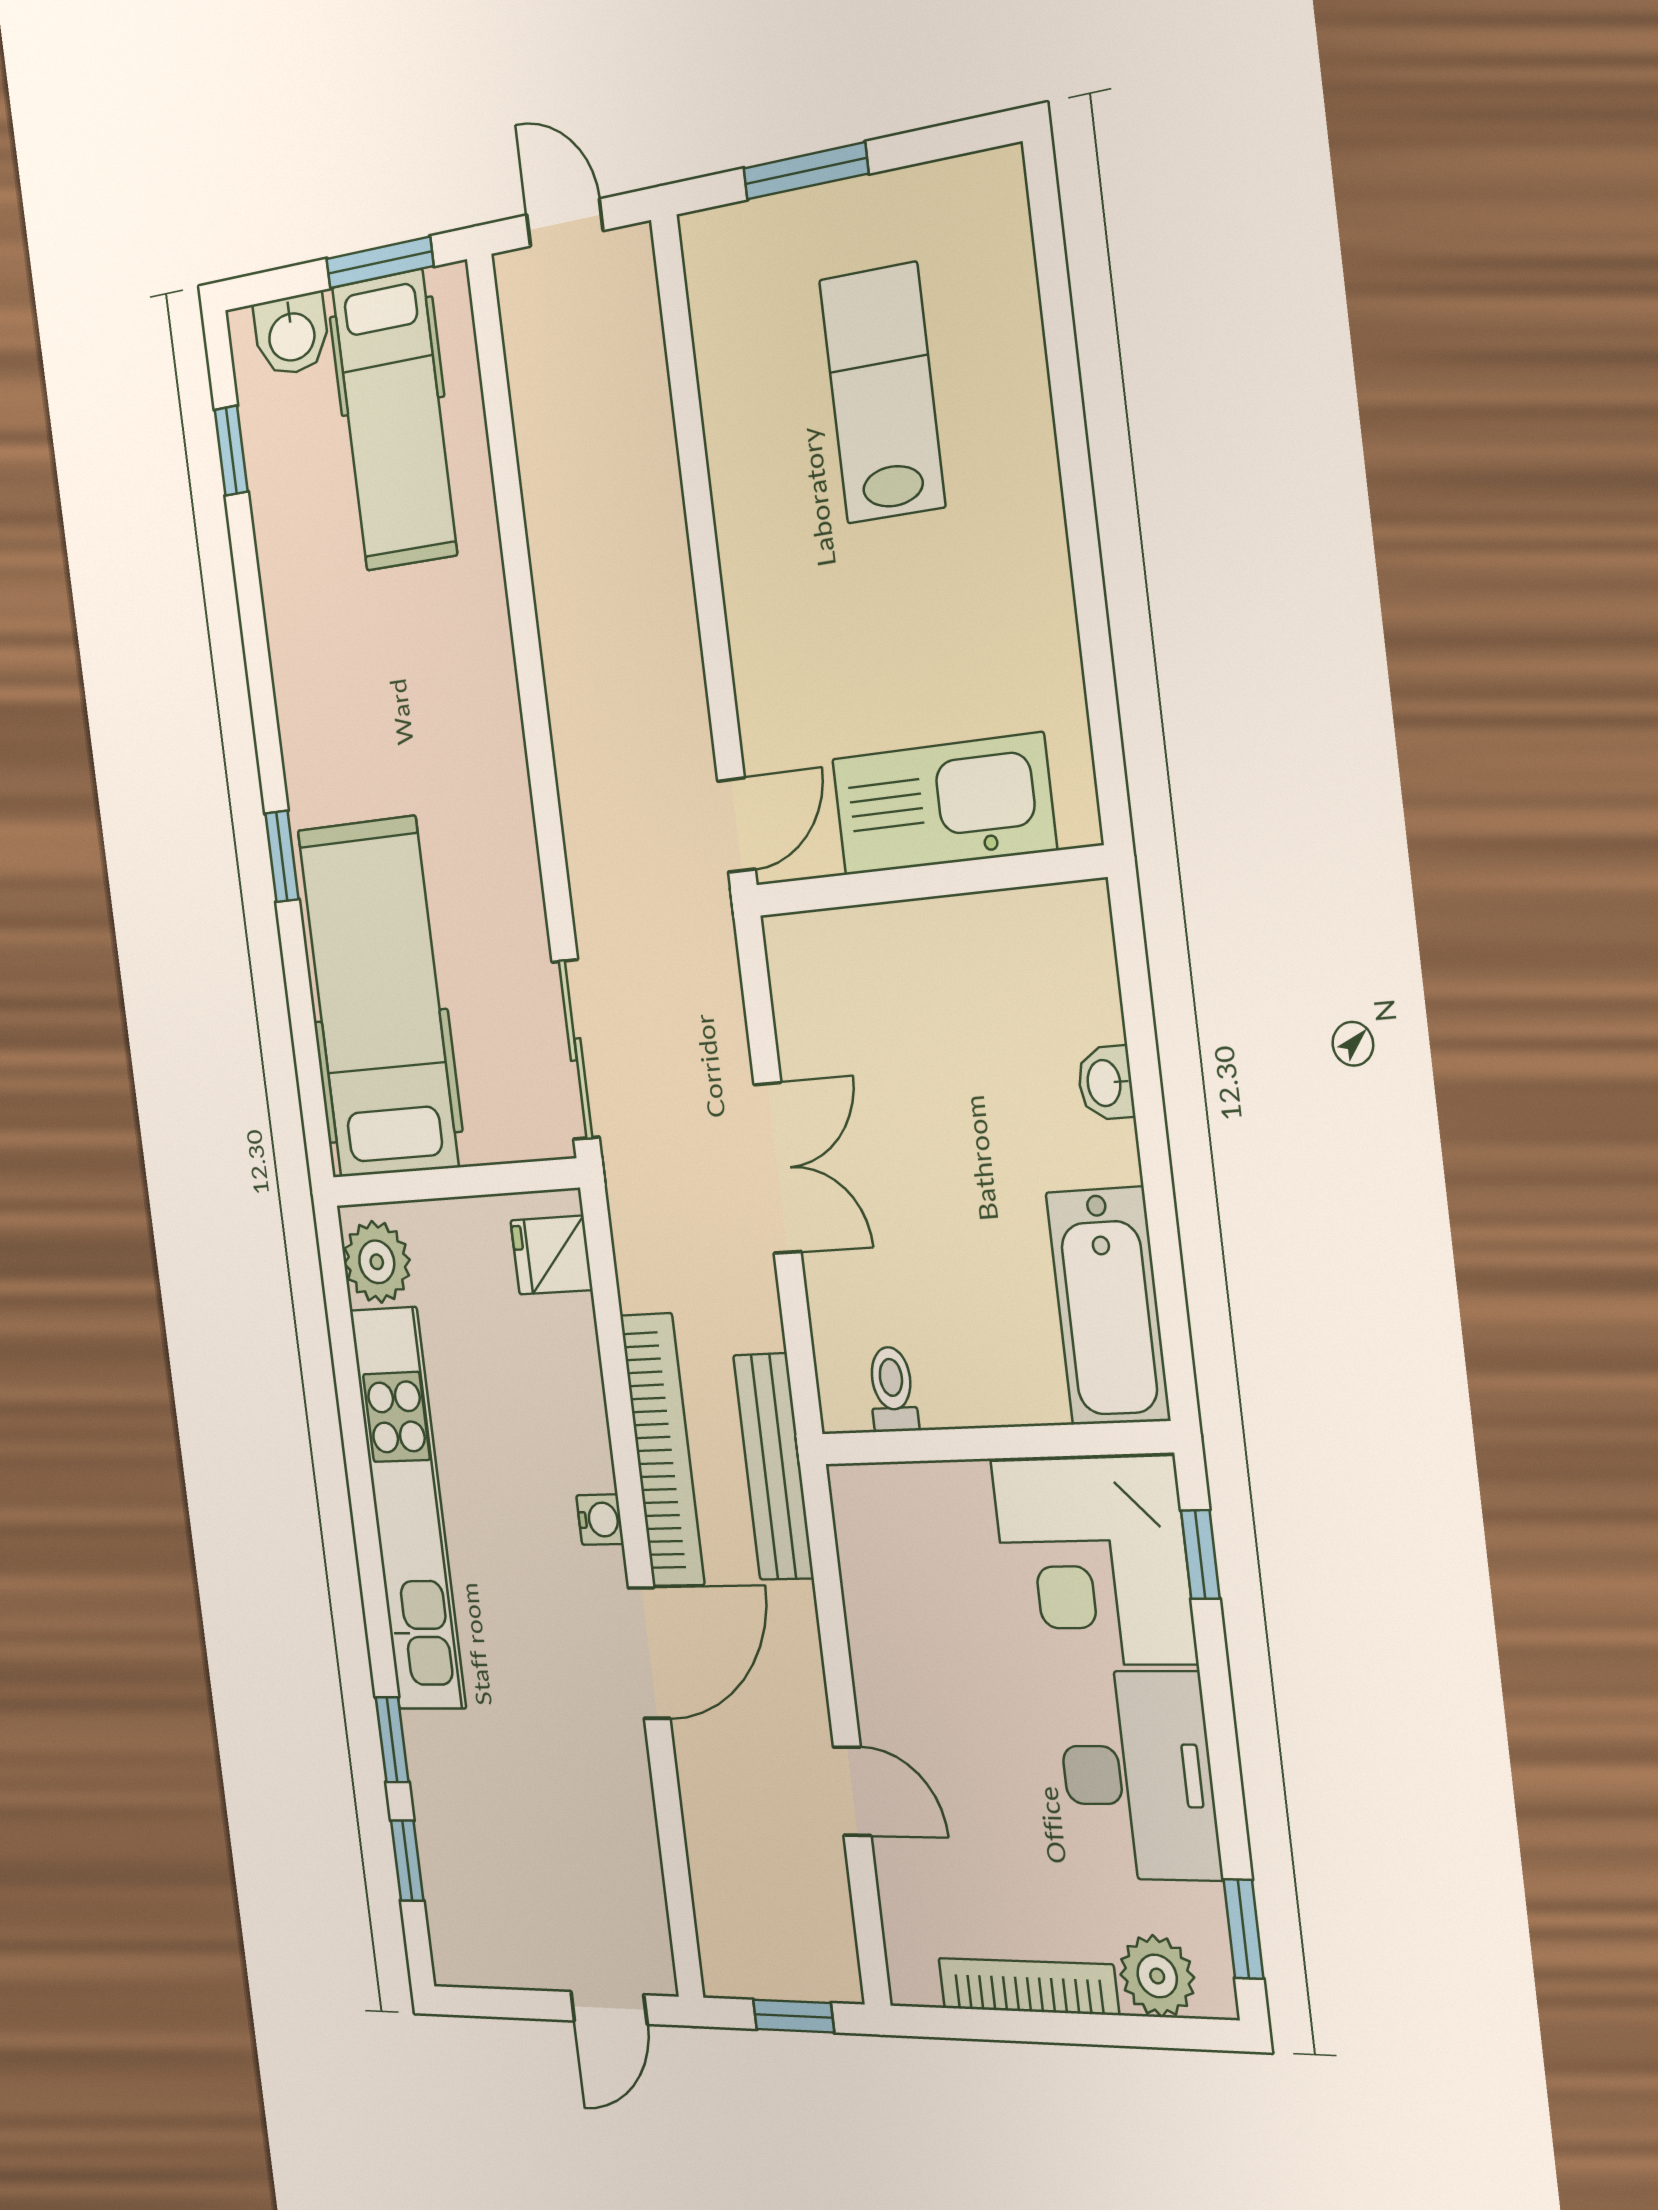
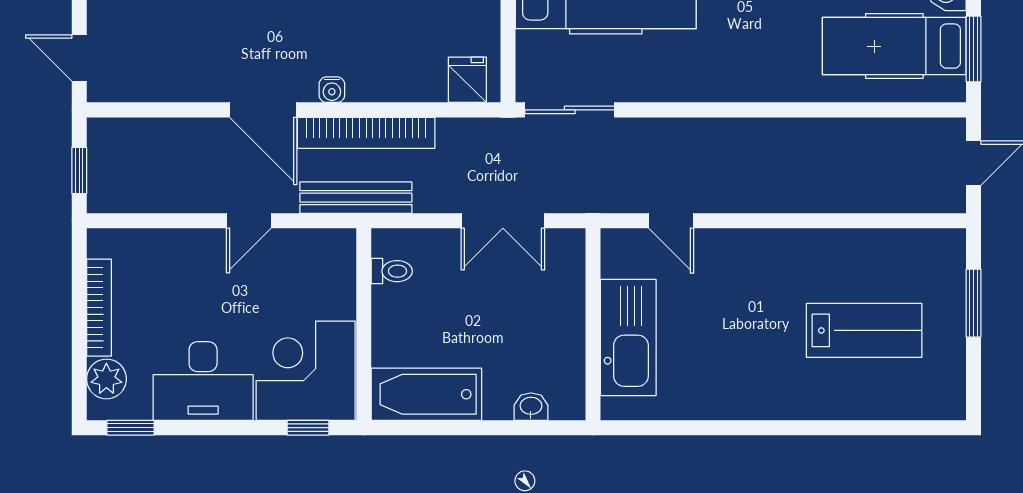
kitchen sink: (943, 804) -> (628, 337), moved
wall: (928, 881) -> (593, 324), moved
door: (852, 1791) -> (249, 221), moved

